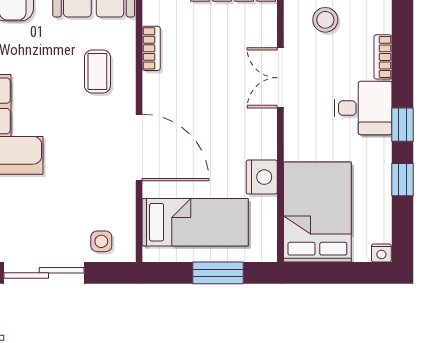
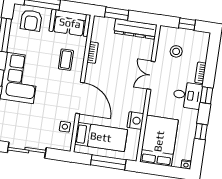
window: (402, 125) -> (206, 95), moved
side table: (101, 241) -> (65, 127), moved
window: (218, 273) -> (108, 162), width x1.44

